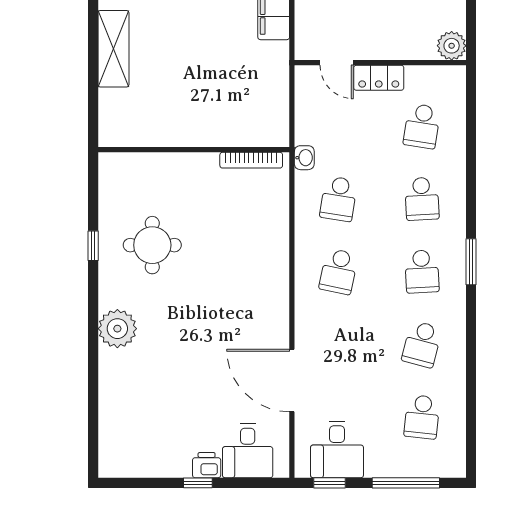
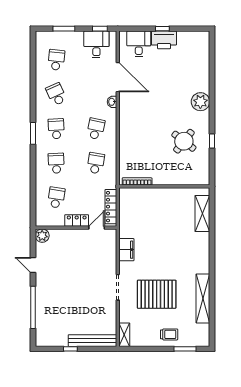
shelving: (113, 49) -> (202, 213), moved
door: (337, 63) -> (97, 228), hinge flipped
locker: (307, 107) -> (111, 207), added
washbasin: (304, 158) -> (112, 102), moved
round table: (152, 245) -> (184, 141), turned 38
school desk: (422, 344) -> (56, 94), turned -39
printer: (207, 465) -> (164, 40), width x1.87, depth x1.48
window: (406, 483) -> (64, 29), width x0.69

